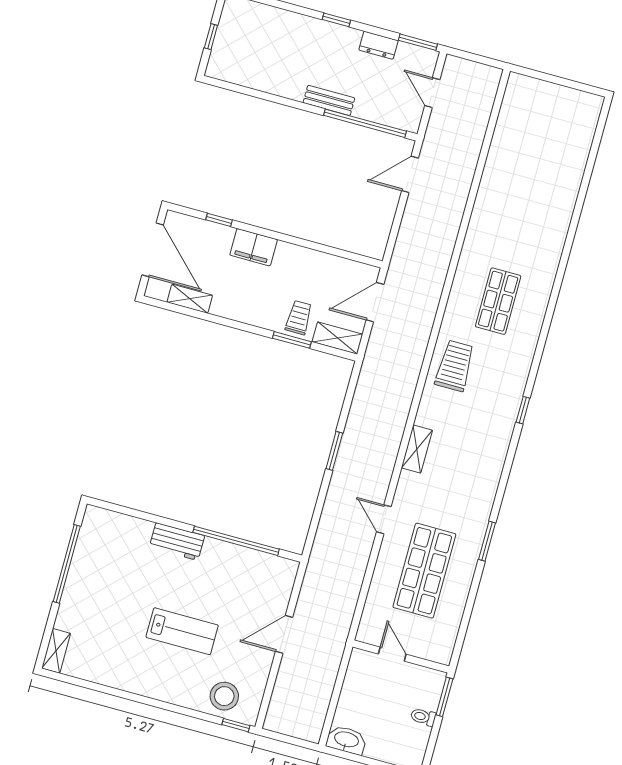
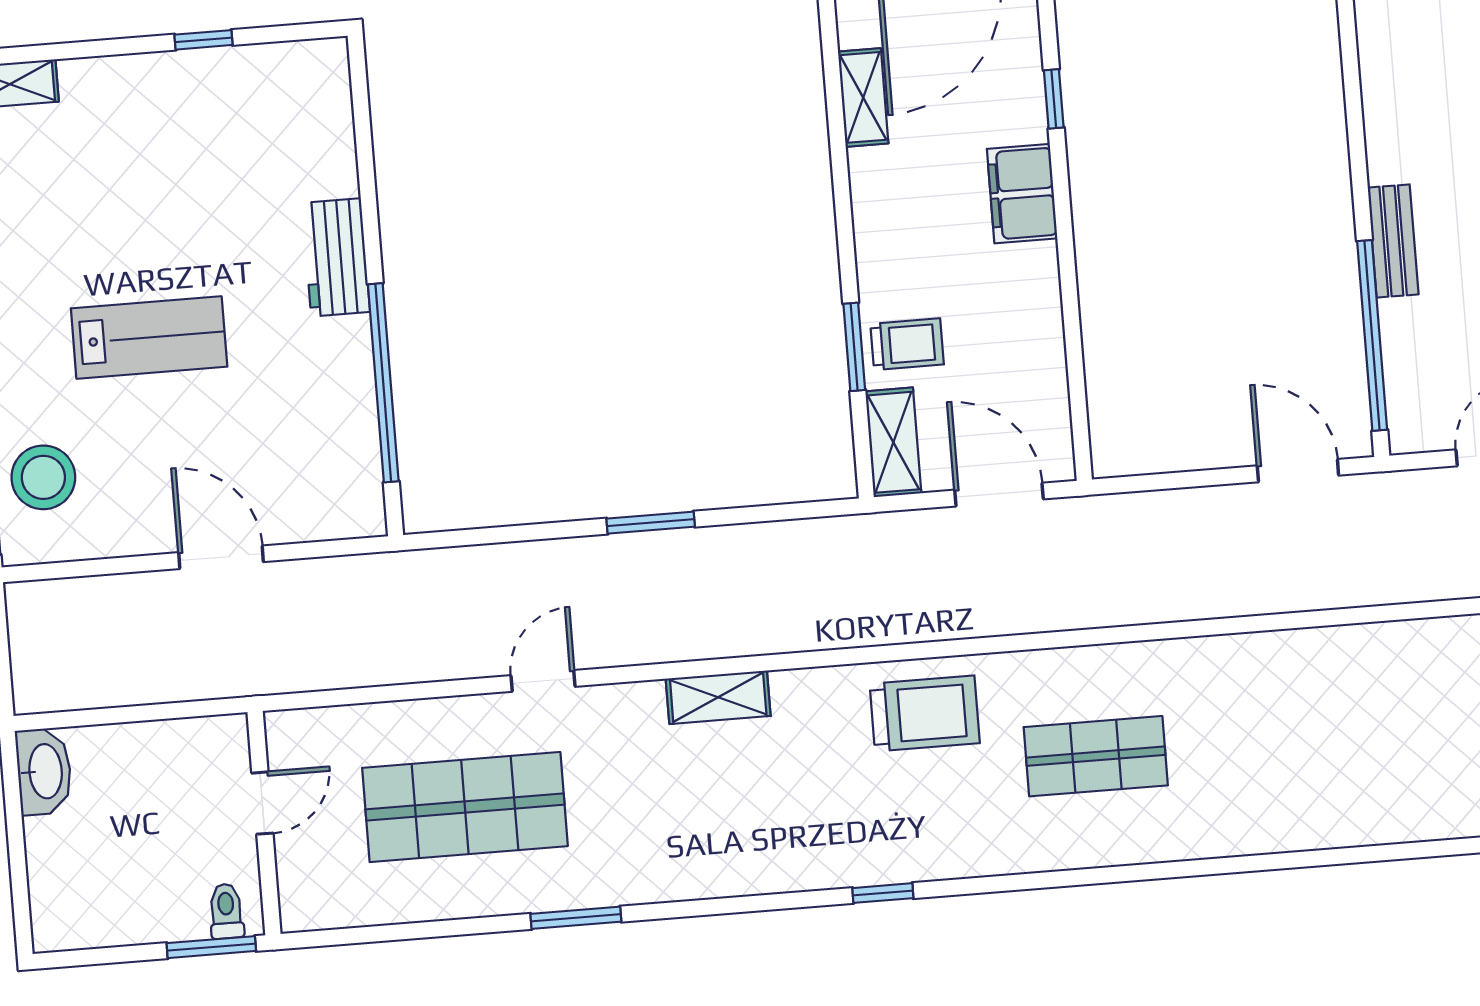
window: (67, 564) -> (203, 40), width x0.32
lab bench: (182, 631) -> (149, 338), turned -90
toilet: (423, 717) -> (226, 911), moved

